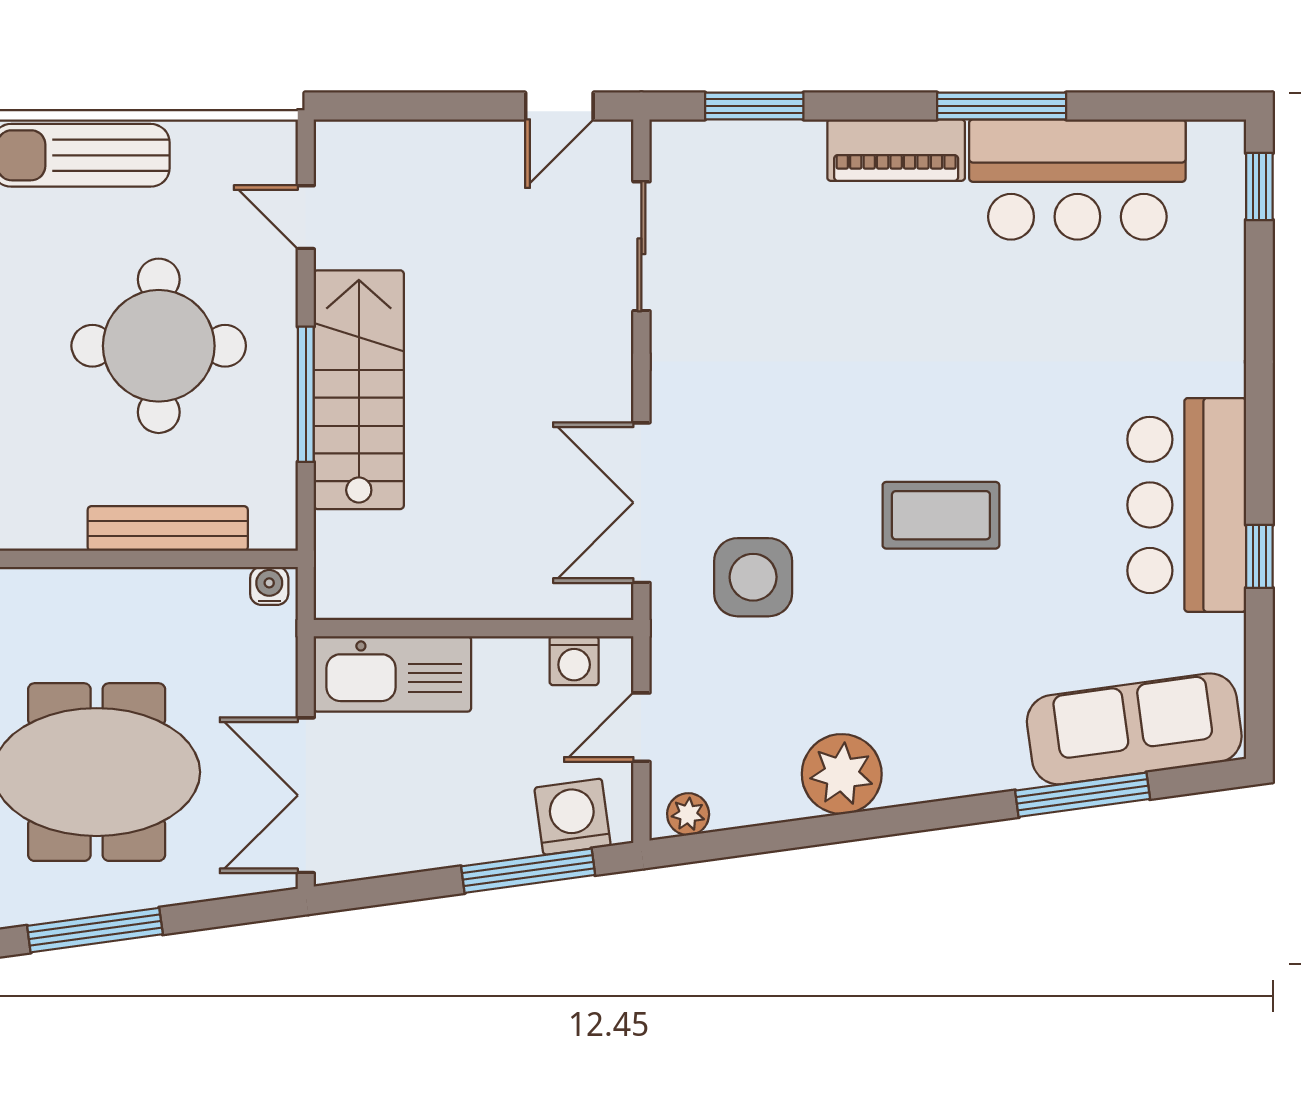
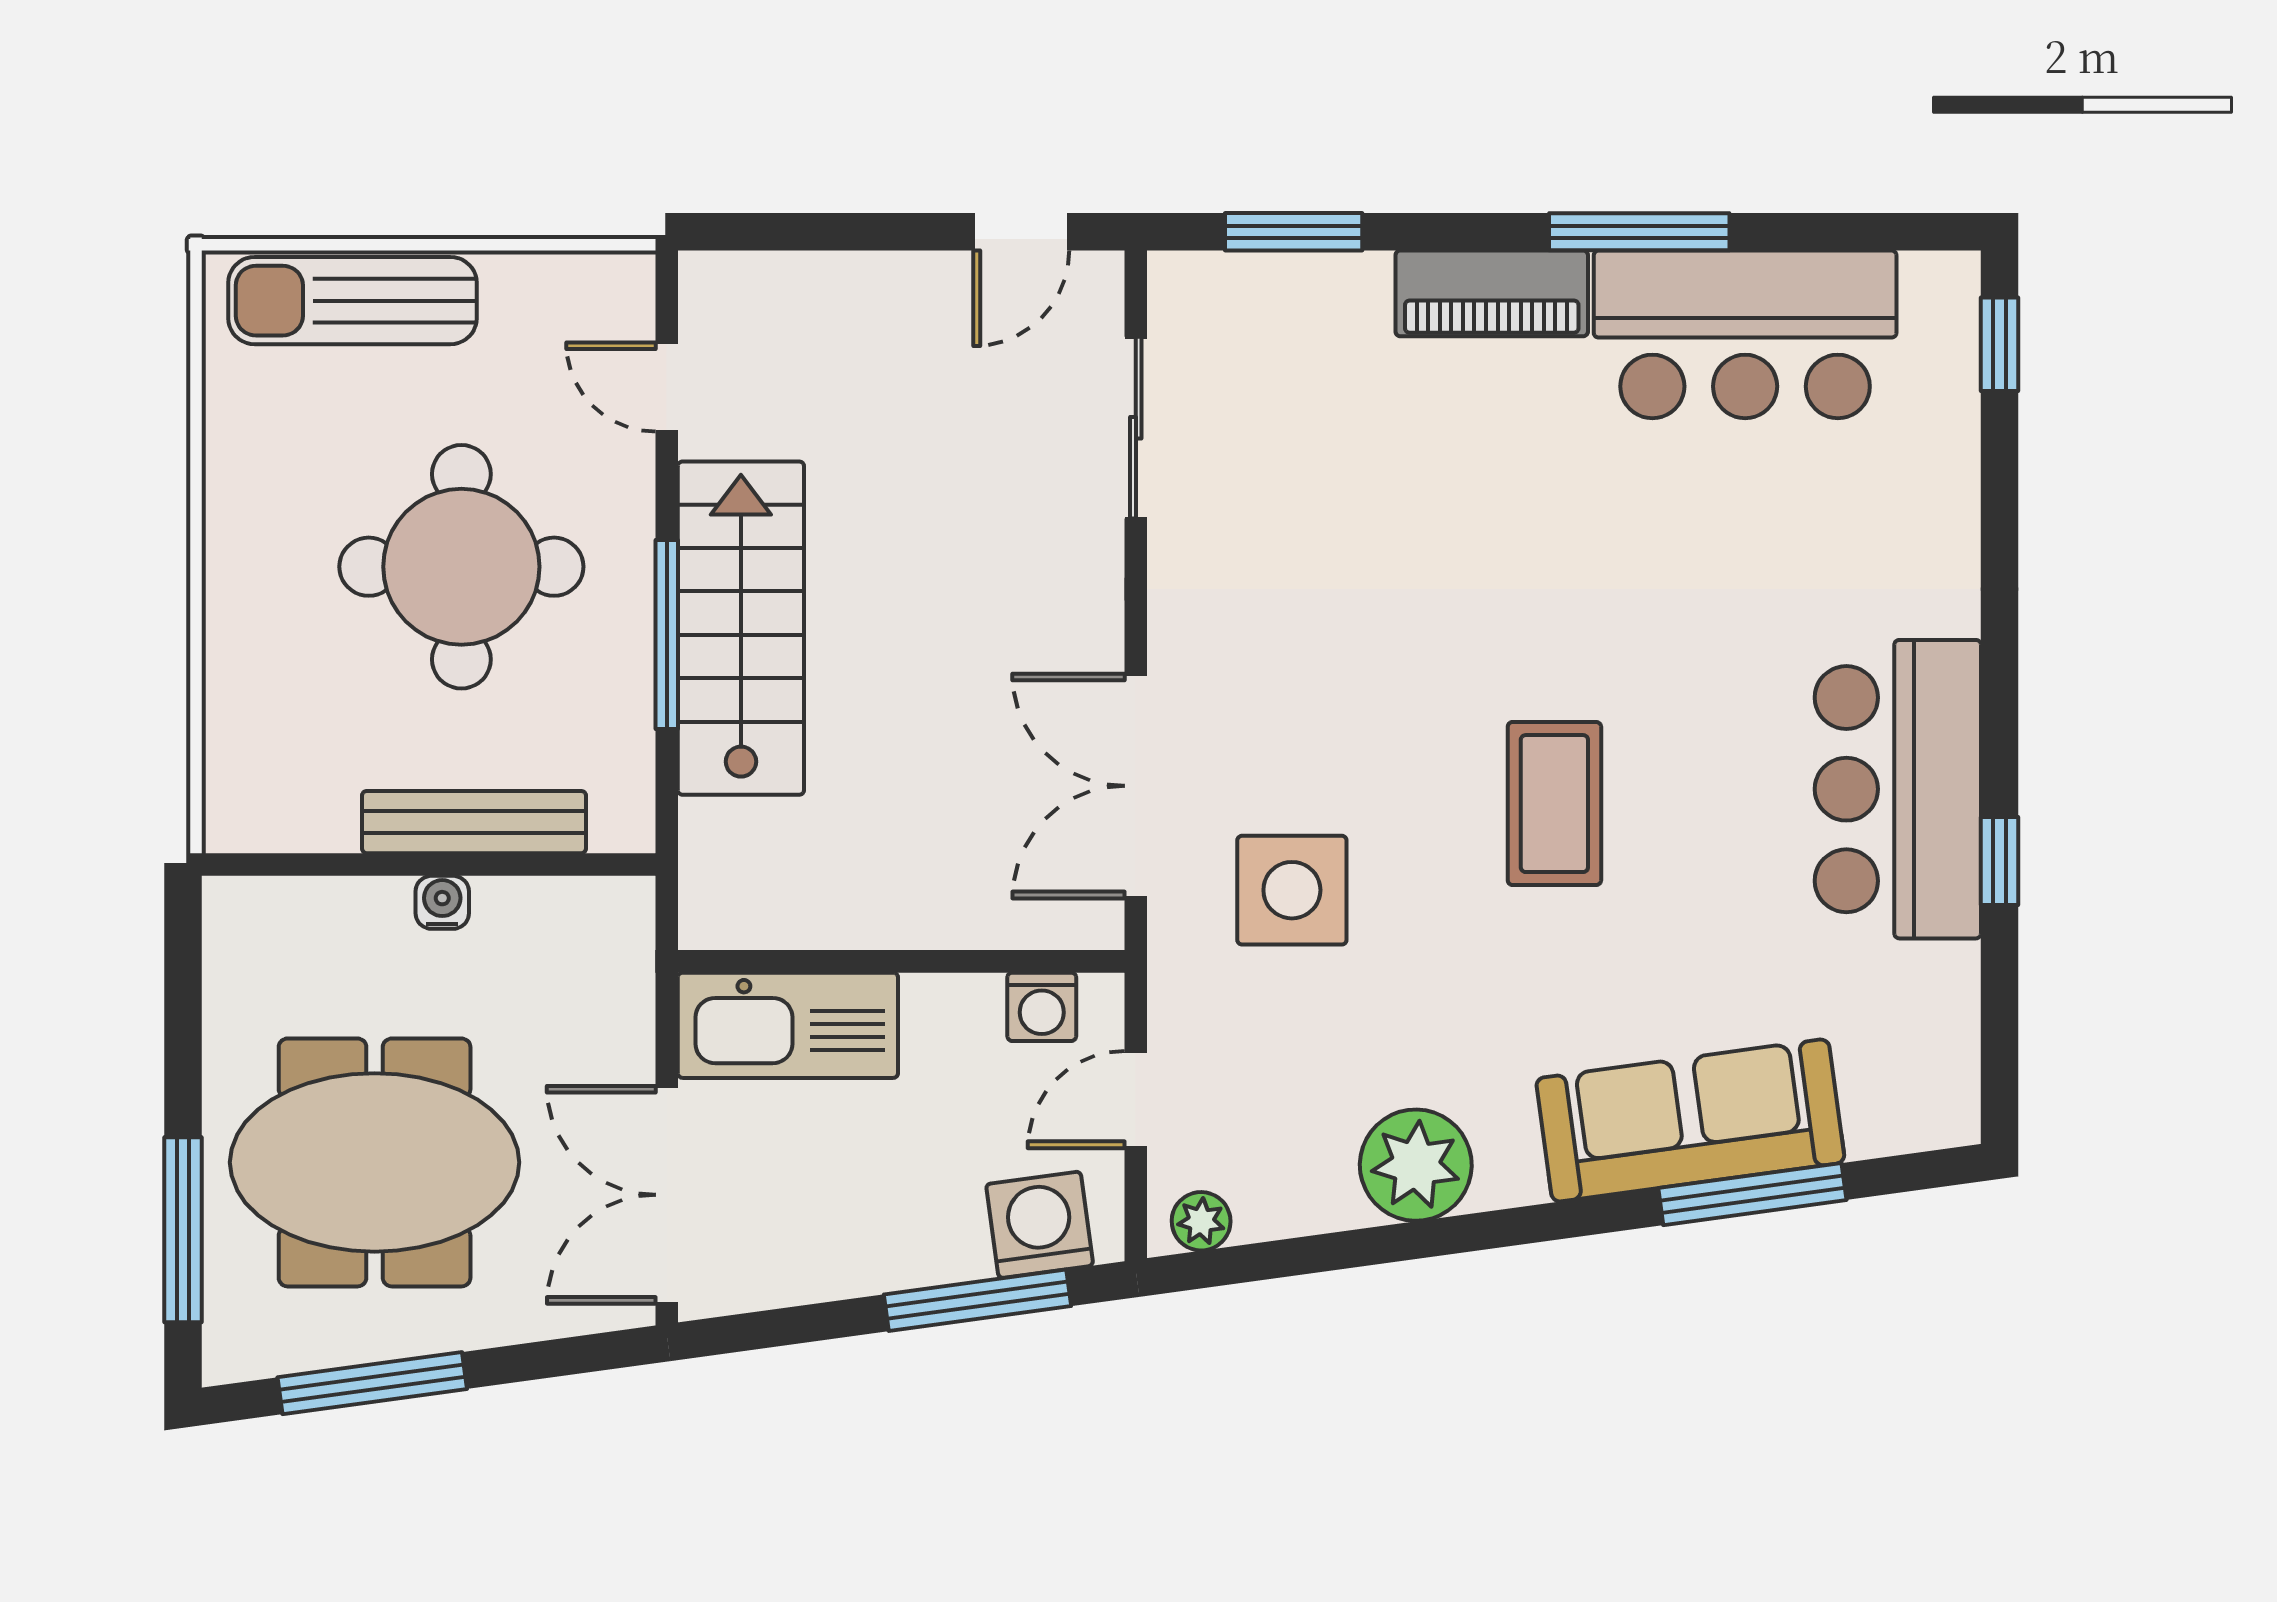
coffee table: (941, 515) -> (1554, 804), turned 90
water cooler: (269, 586) -> (442, 902), moved
sofa: (1134, 729) -> (1690, 1120), moved

